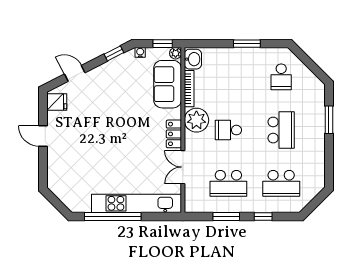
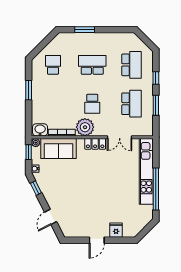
school desk: (281, 77) -> (53, 65), turned -90
fridge: (57, 102) -> (116, 230), moved

